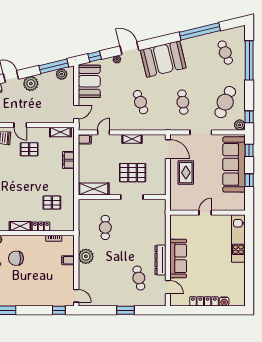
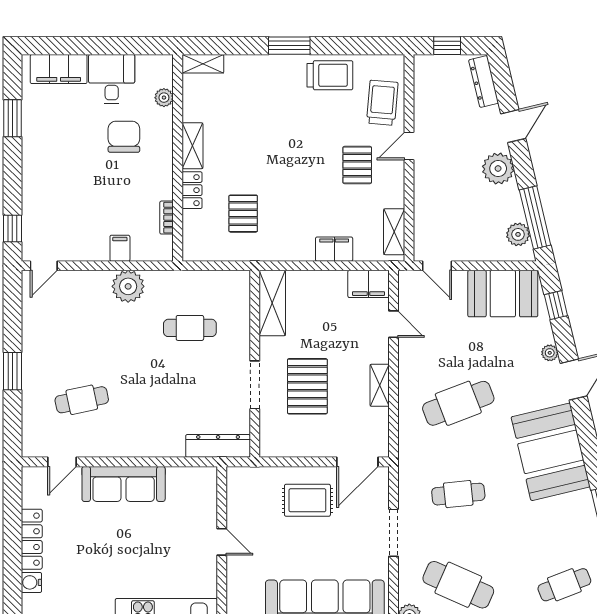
cafe table: (140, 102) -> (458, 403), width x1.37, depth x1.35
filing cabinet: (85, 139) -> (369, 284), width x2.00
dresser: (160, 260) -> (218, 446), moved

